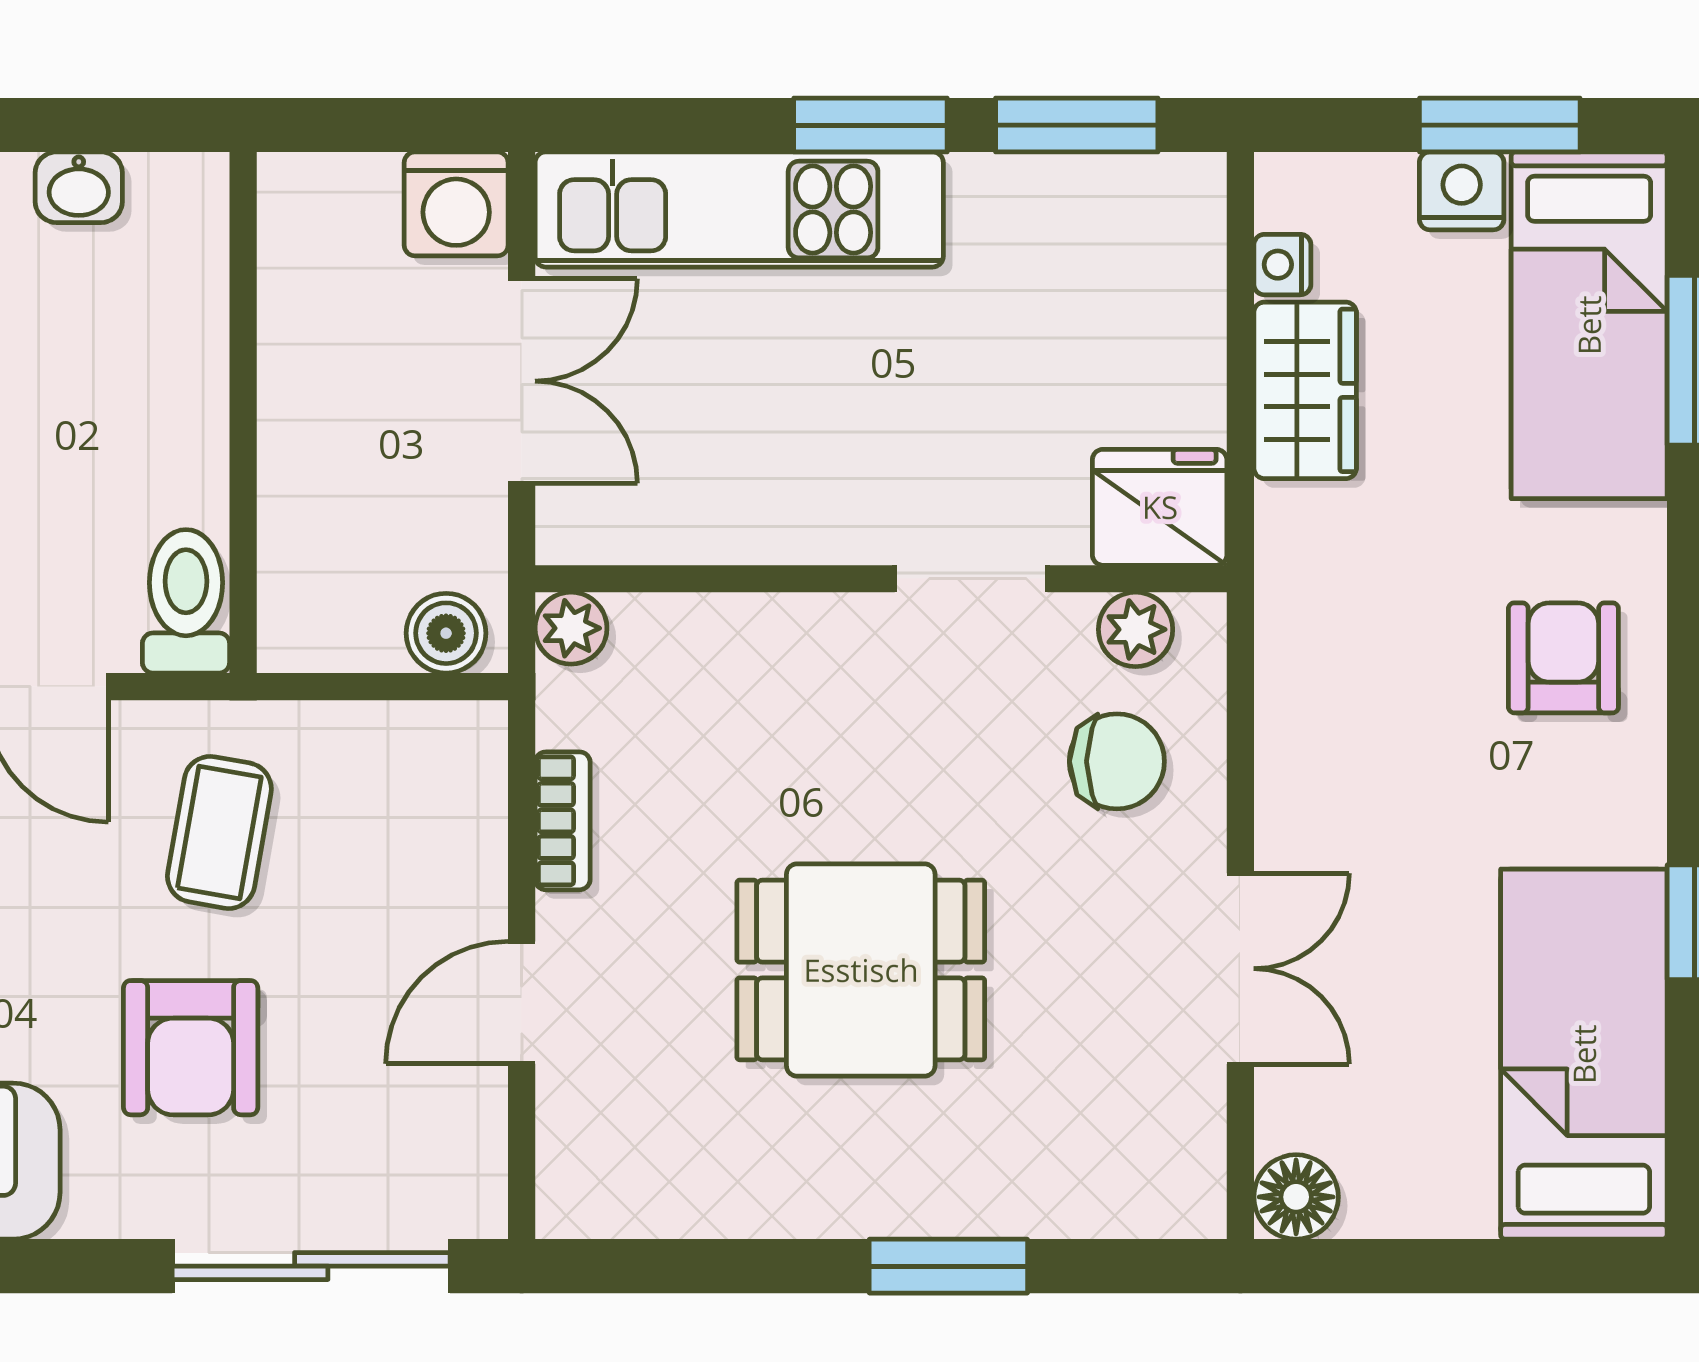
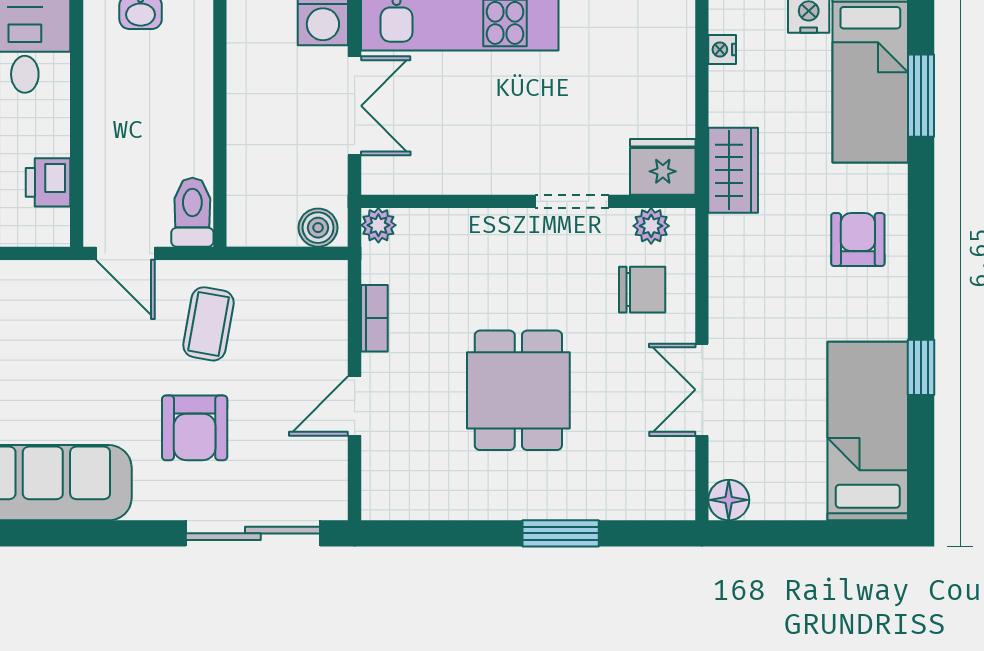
wardrobe: (1305, 390) -> (733, 170), moved
double door: (1240, 969) -> (702, 390), swing flipped
dining table: (861, 970) -> (518, 390), turned 90

